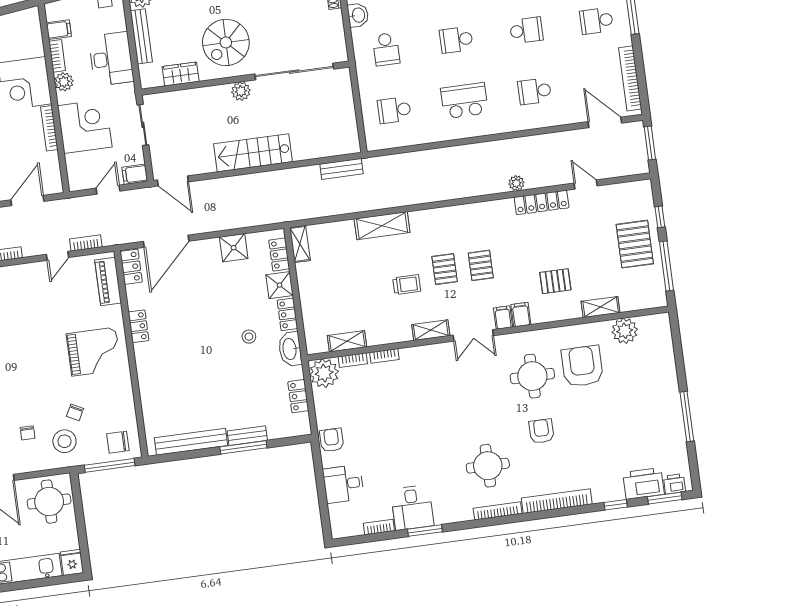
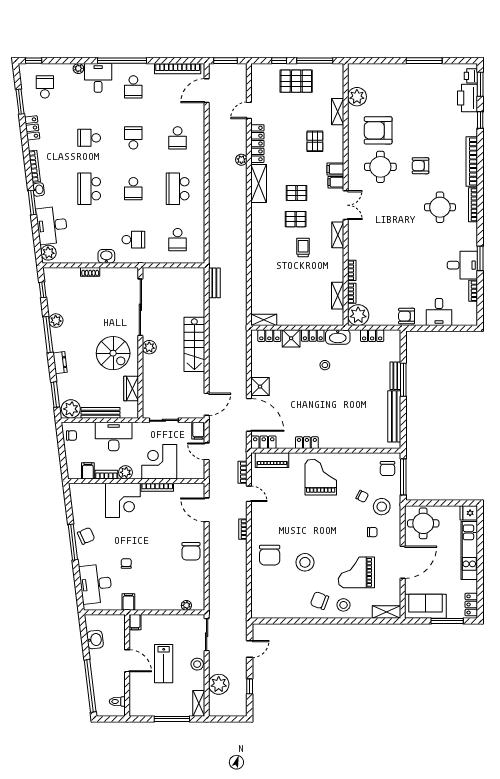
shelving: (382, 226) -> (259, 183), moved
shower: (234, 248) -> (260, 387), moved

